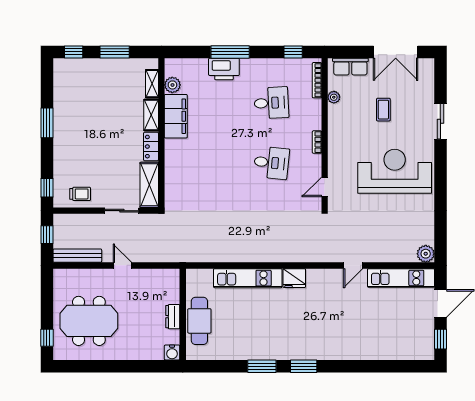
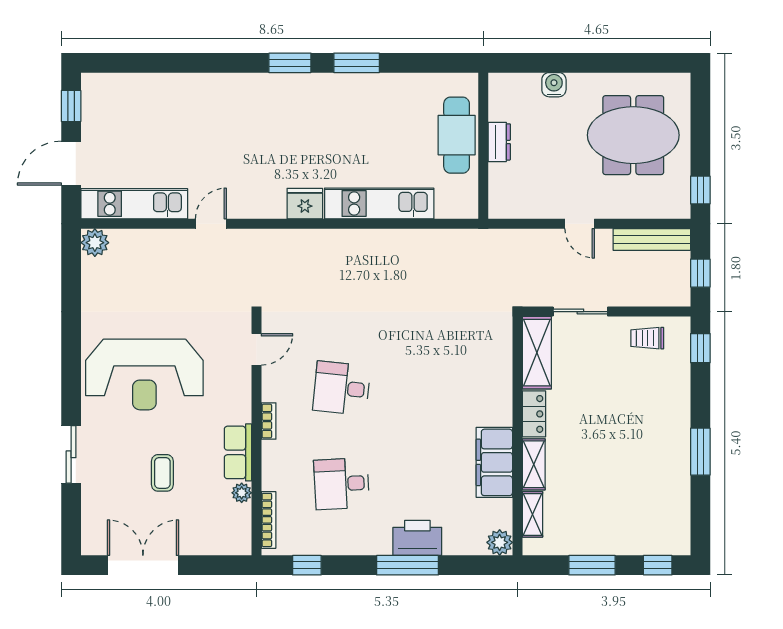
row of seats: (350, 67) -> (238, 452), moved, turned -90
plant: (172, 85) -> (500, 542), moved
window: (47, 338) -> (700, 190), moved
water cooler: (172, 352) -> (554, 85), moved

